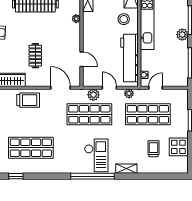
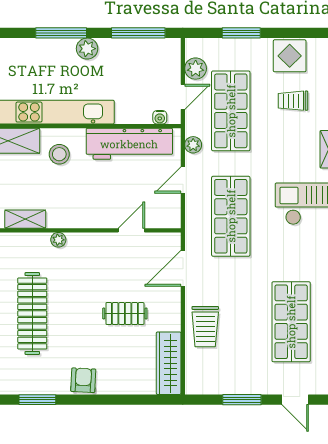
door: (156, 88) -> (183, 97), swing flipped
plant: (93, 95) -> (196, 69), moved
trolley: (28, 100) -> (205, 327), turned 180

